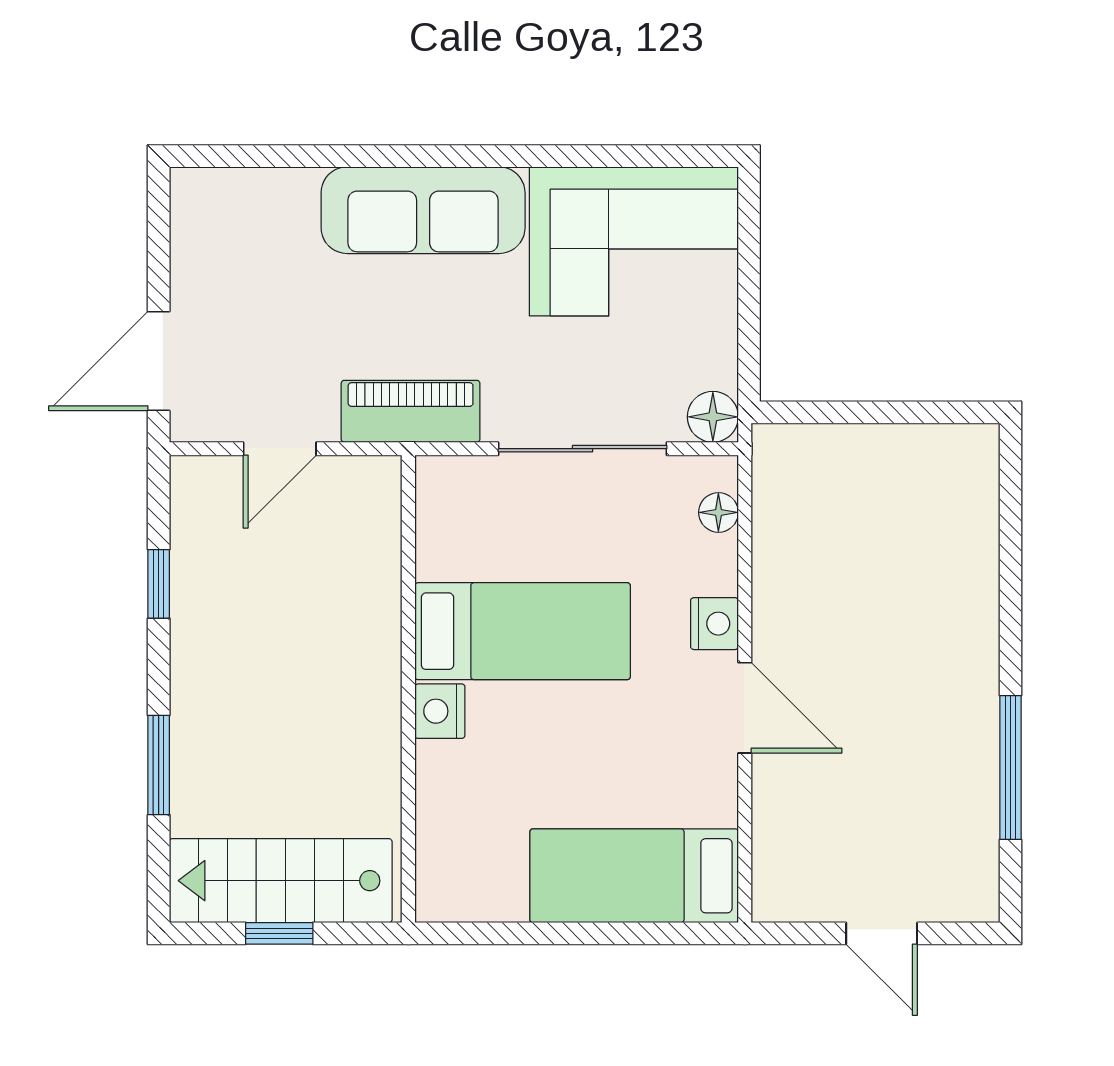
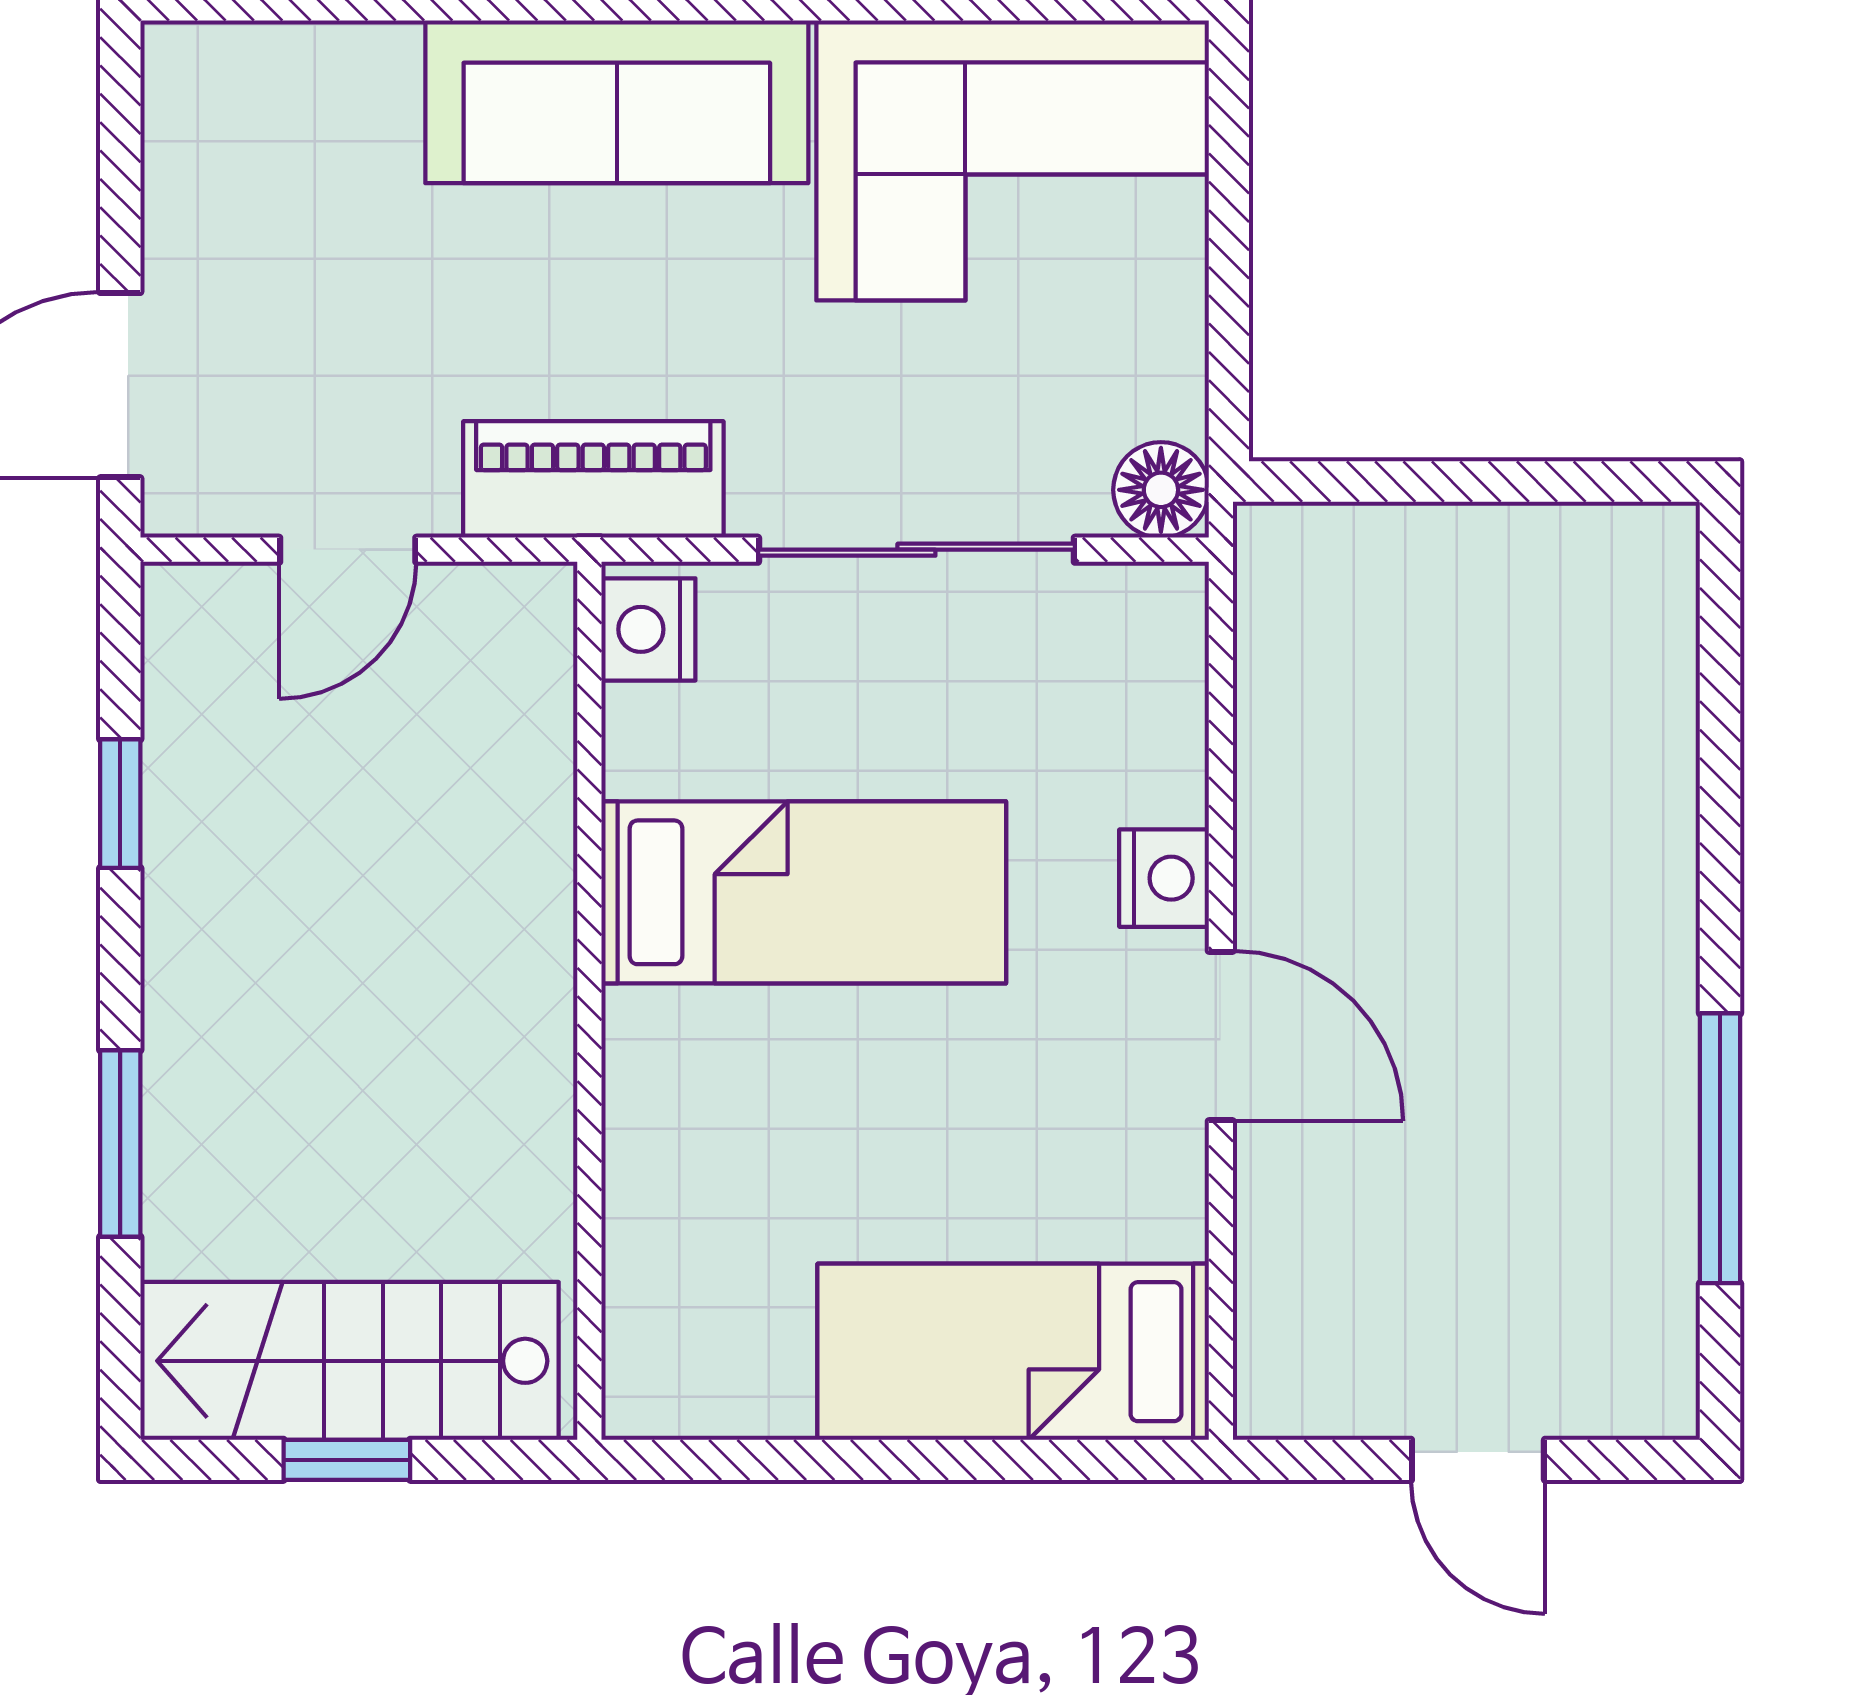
floor lamp: (718, 512) -> (1172, 669), removed
nightstand: (440, 711) -> (648, 629), moved

